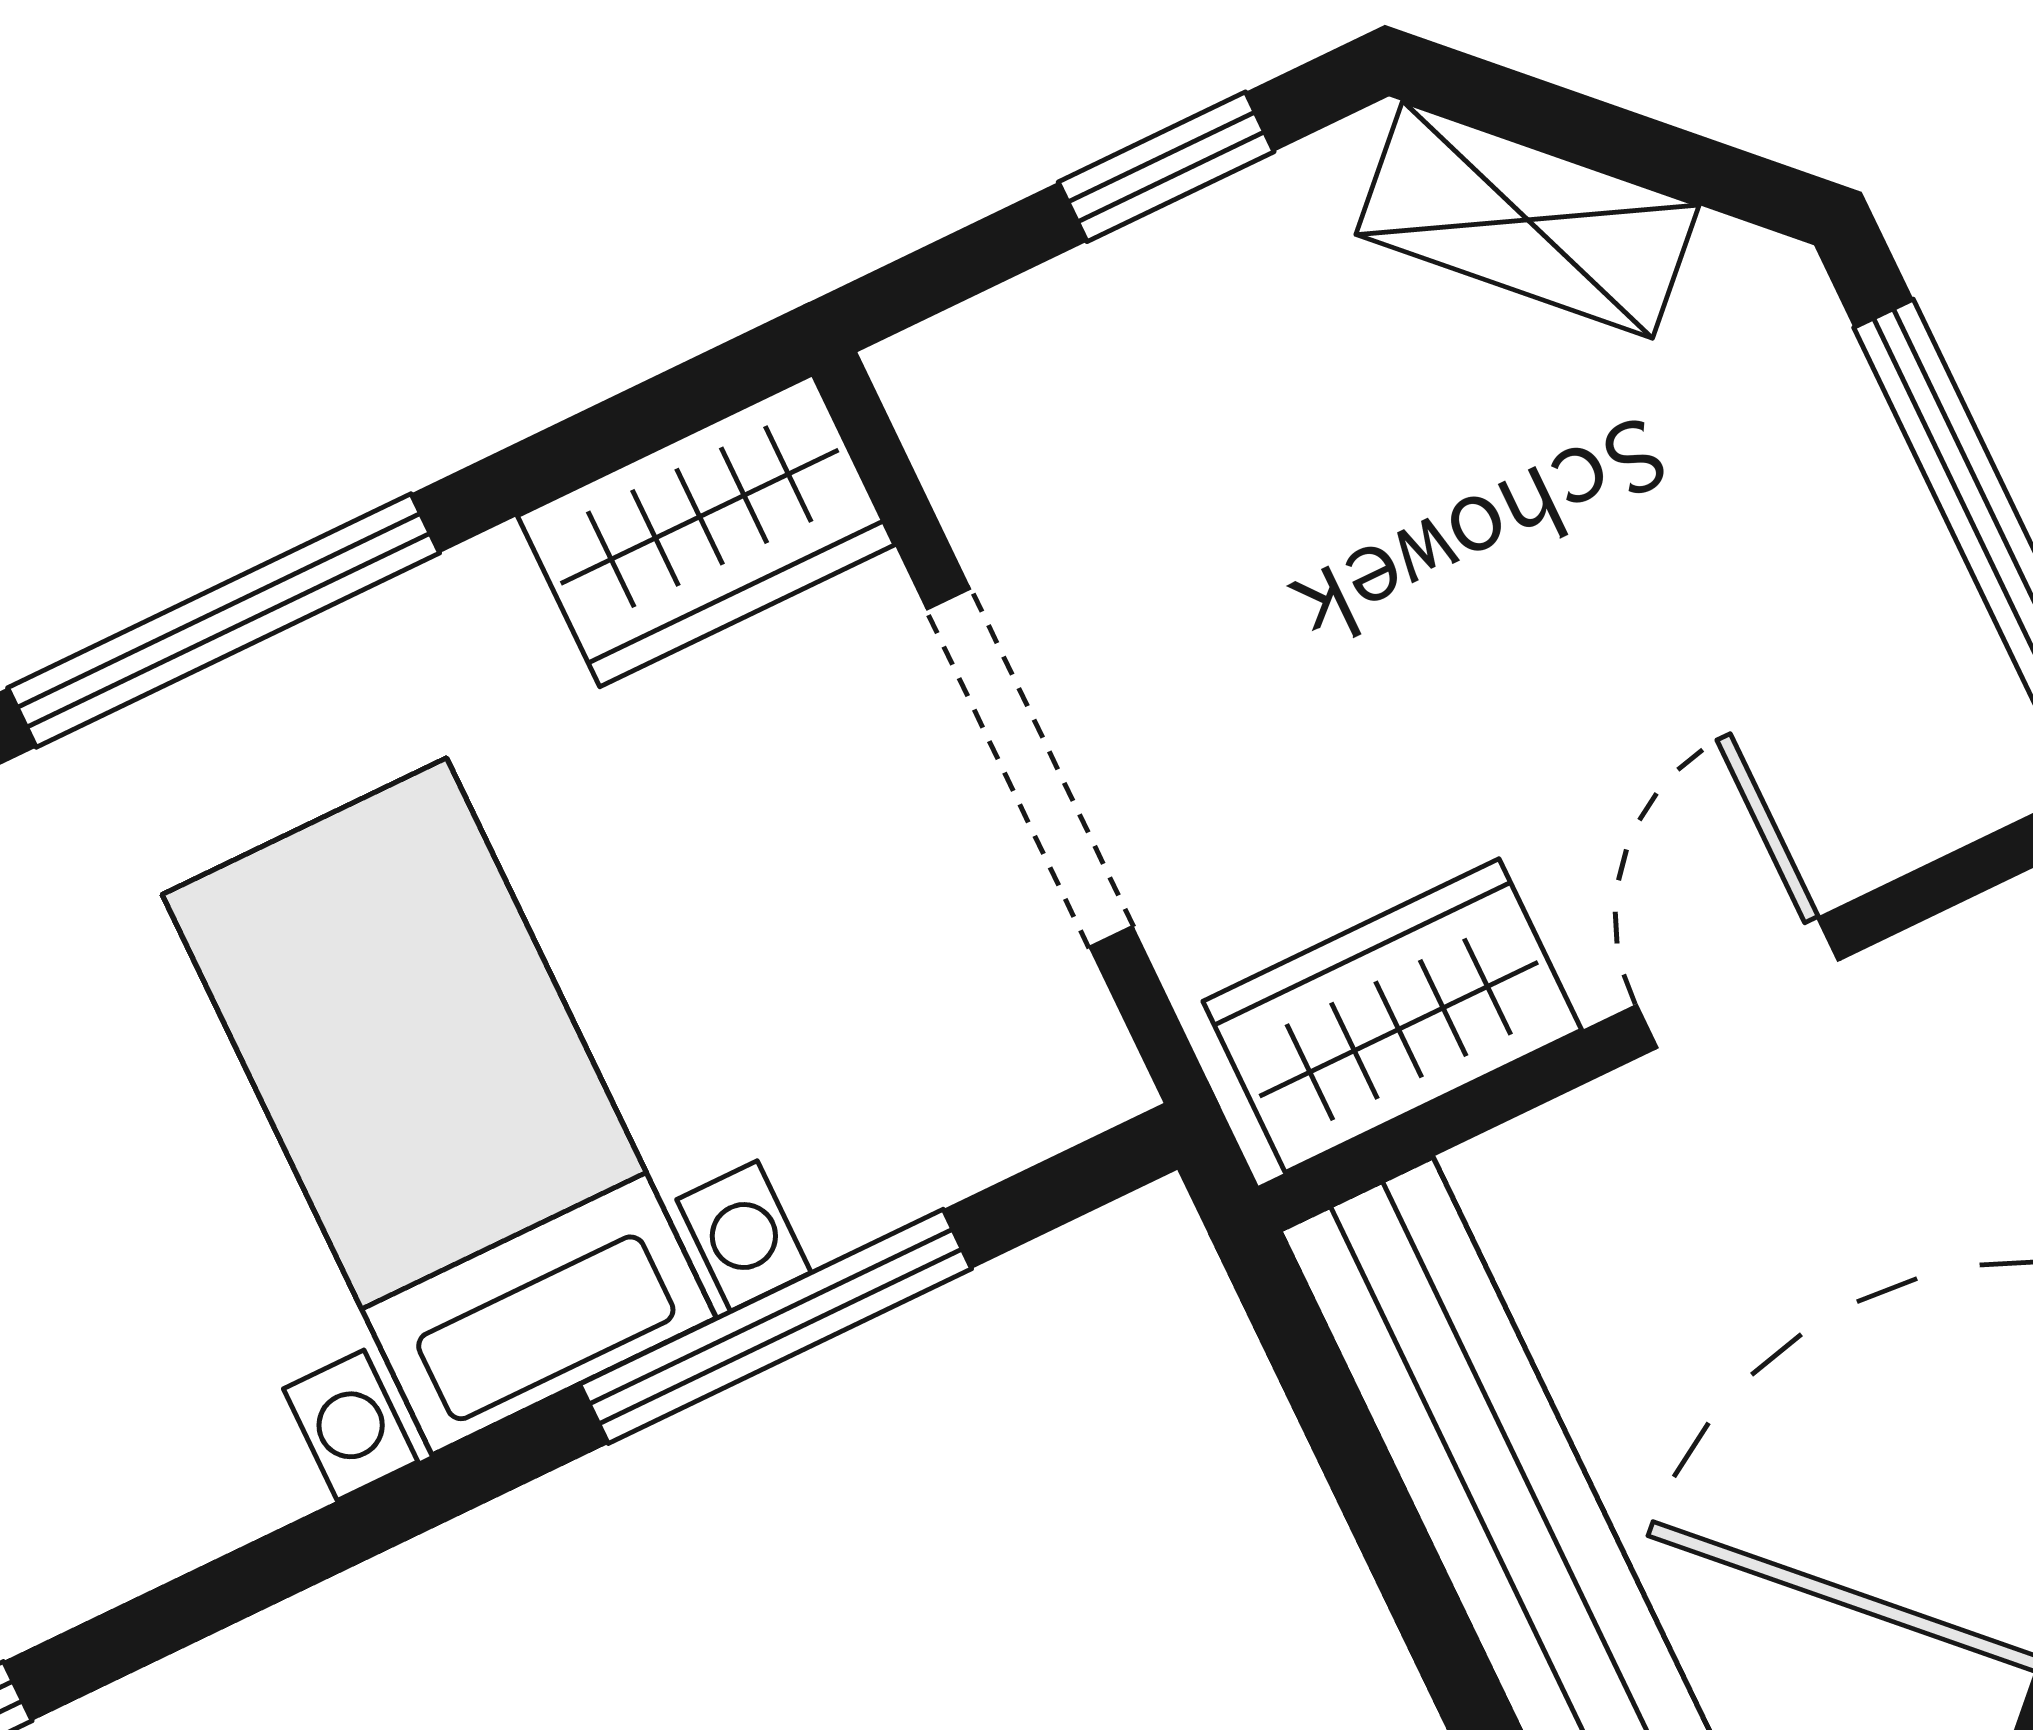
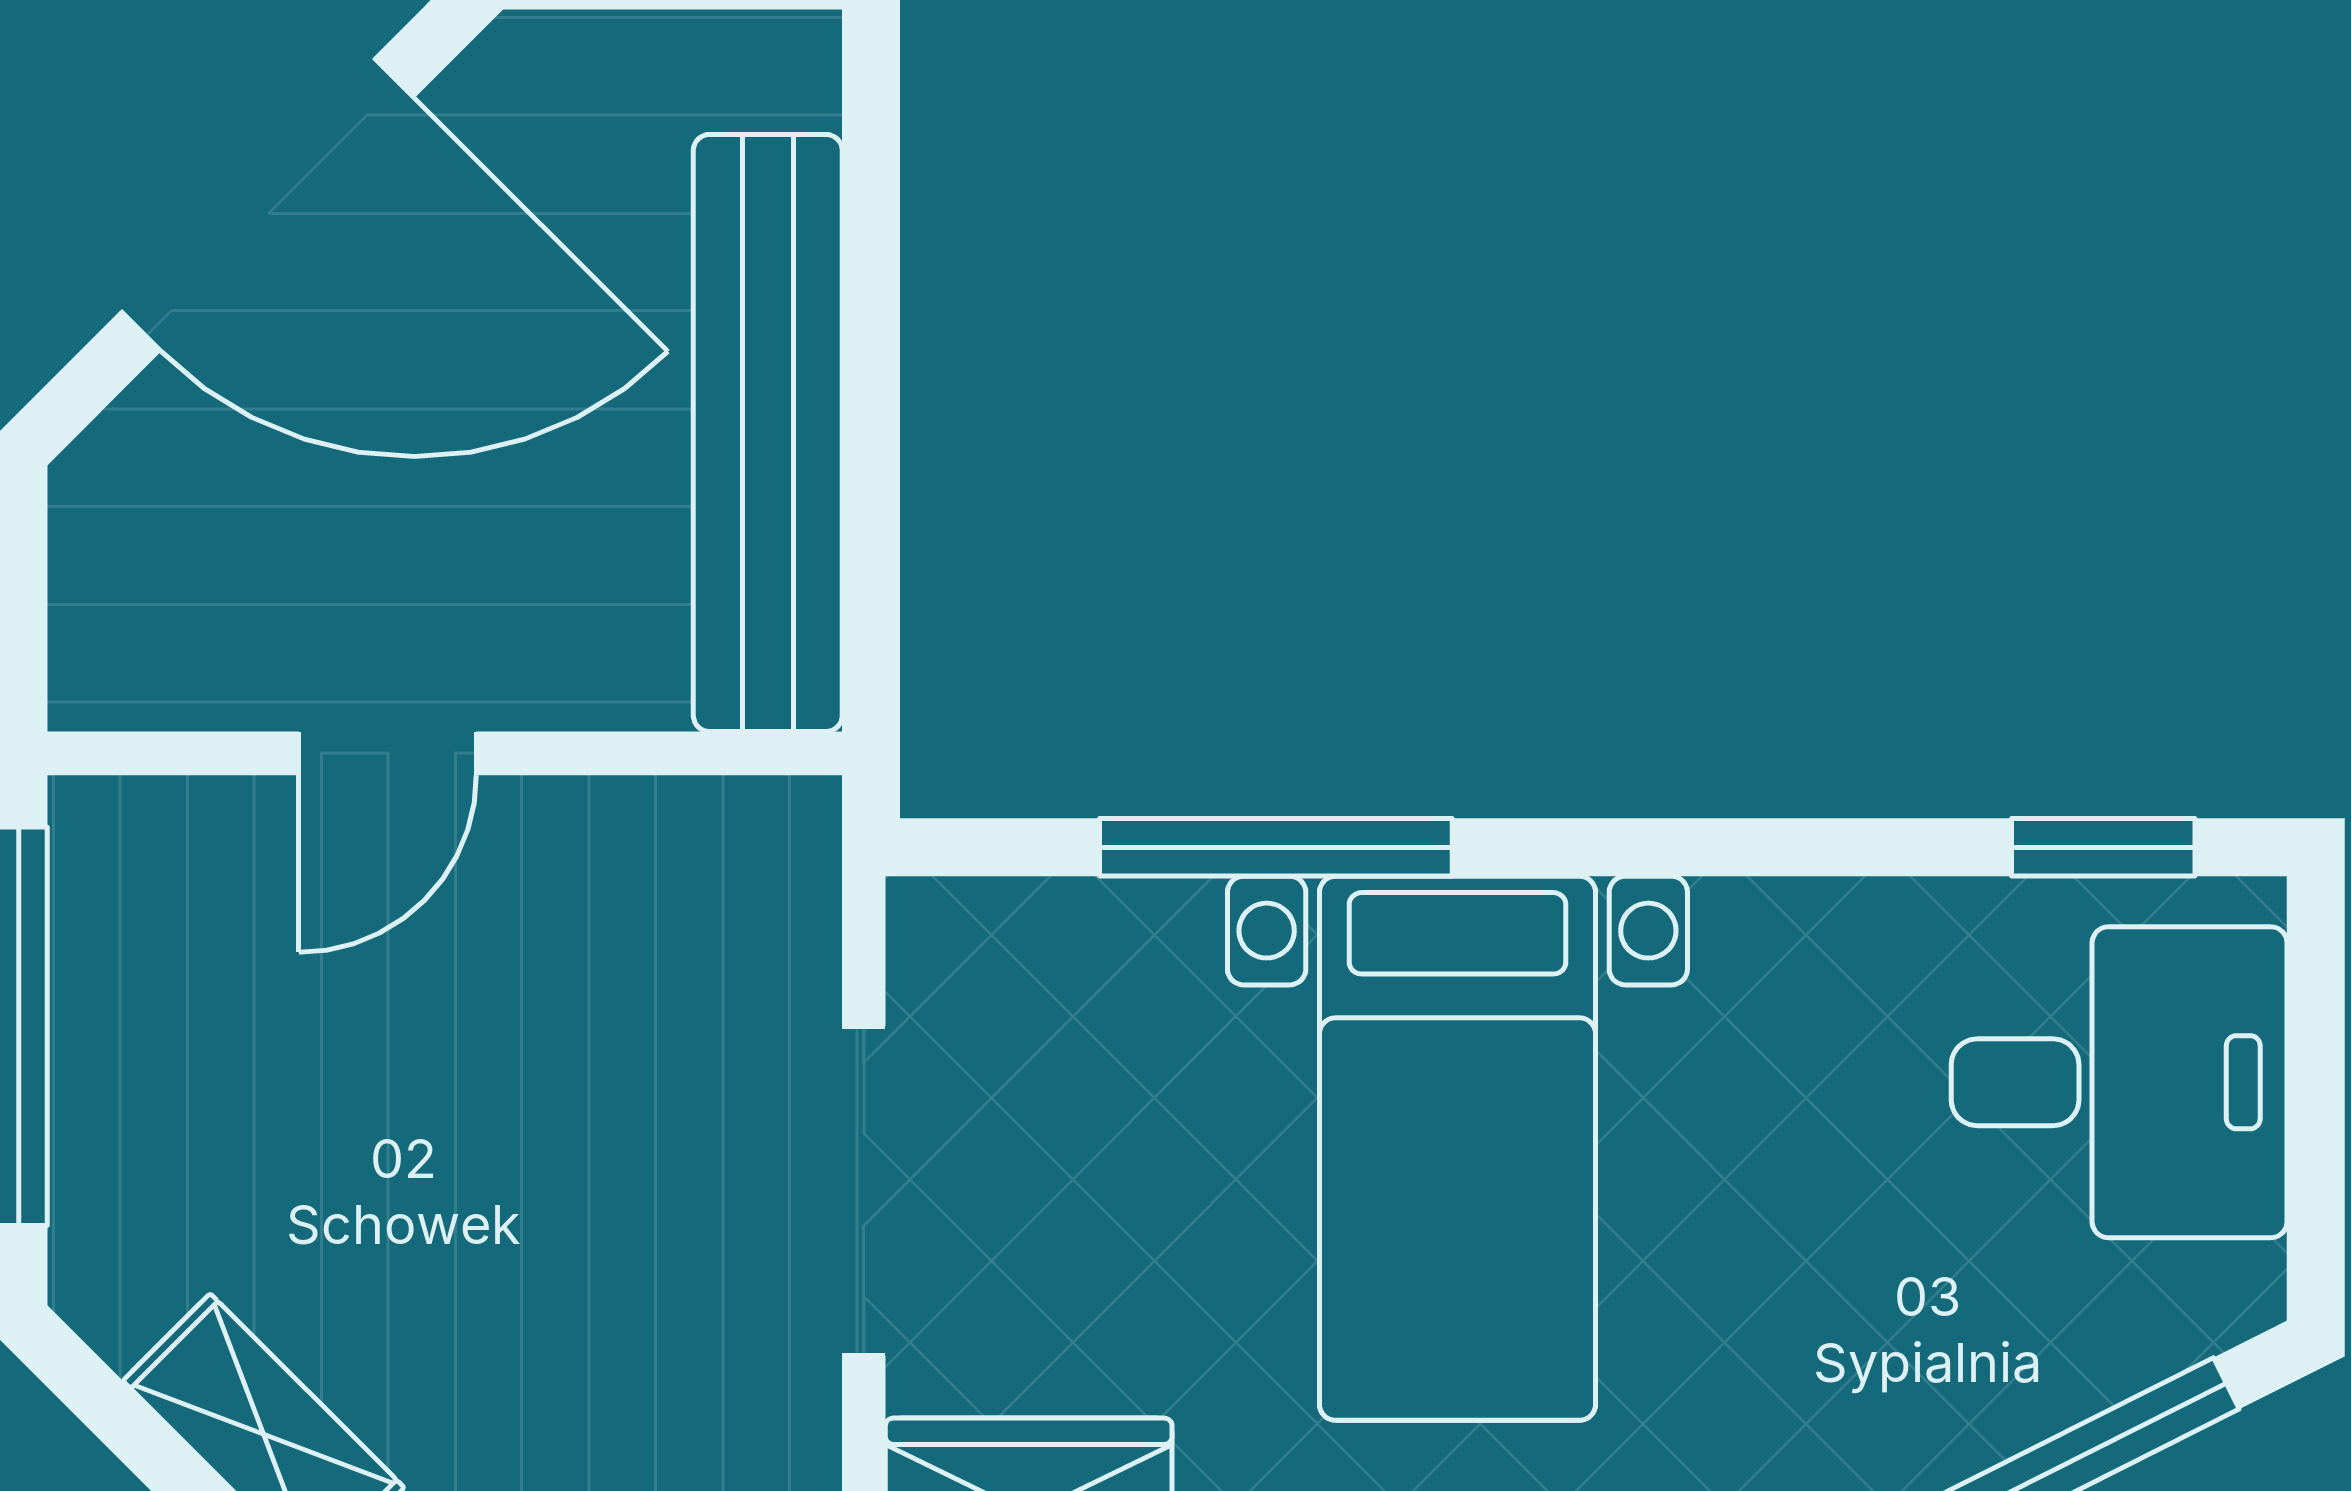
wardrobe: (1392, 1016) -> (672, 858), removed

